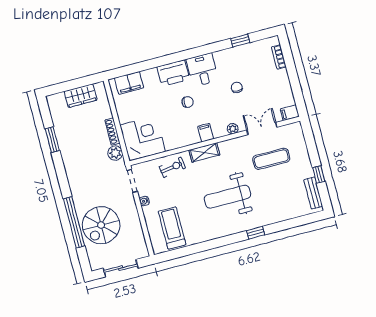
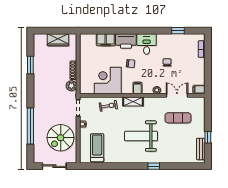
filing cabinet: (129, 83) -> (106, 40), moved
corner desk: (143, 138) -> (108, 80), moved, turned -90
spiral stairs: (101, 225) -> (61, 138), moved

